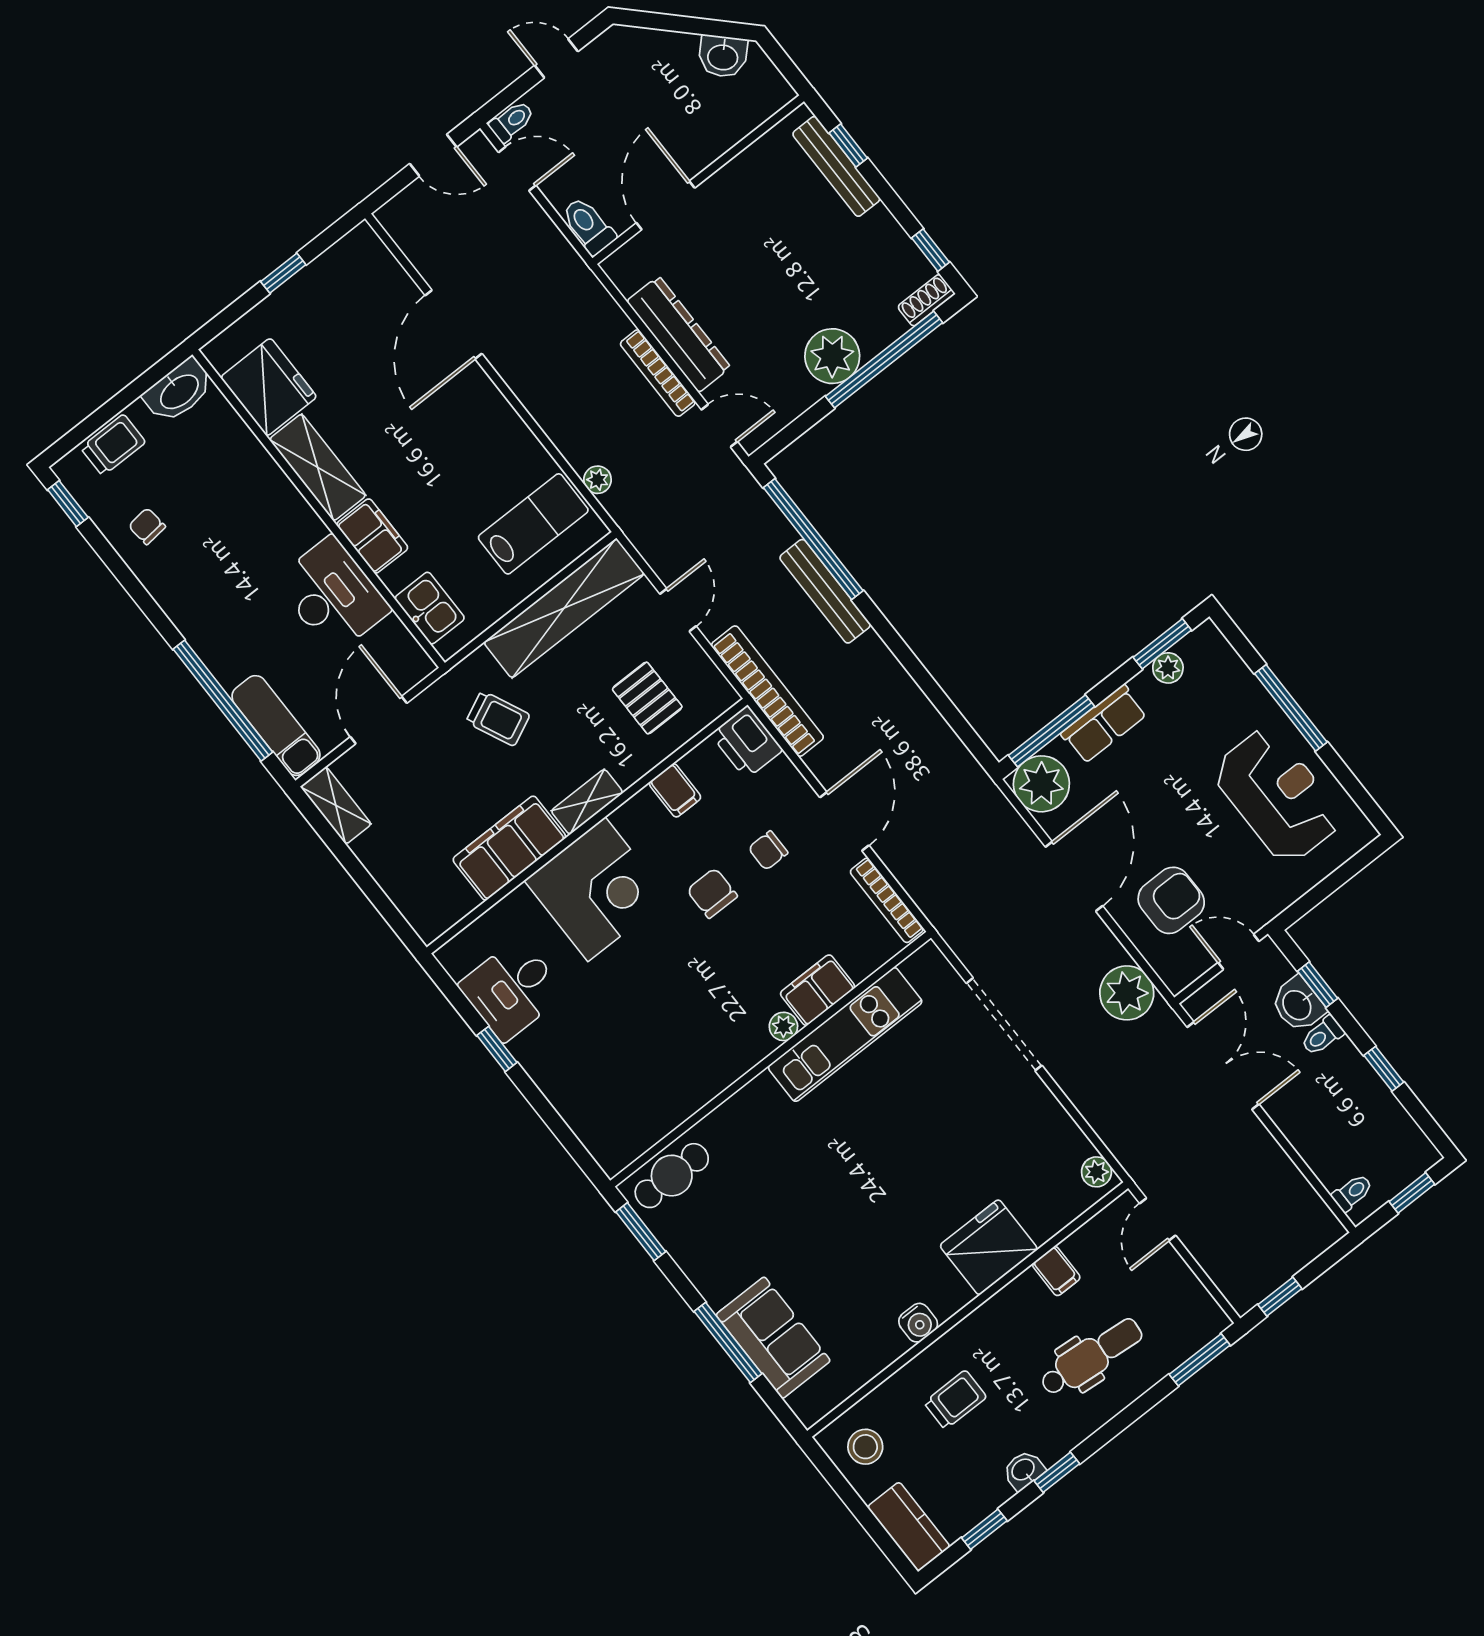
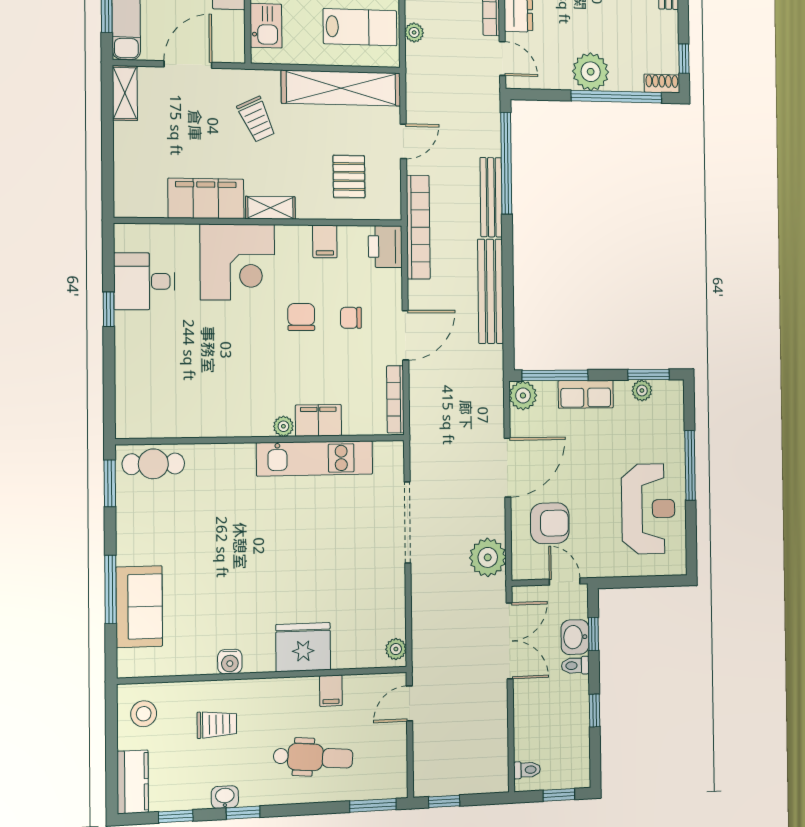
bench: (905, 696) -> (491, 291), added
plant: (1041, 784) -> (523, 395), width x0.73, depth x0.73

